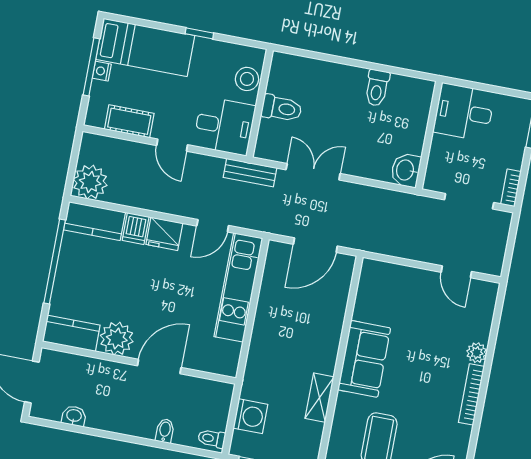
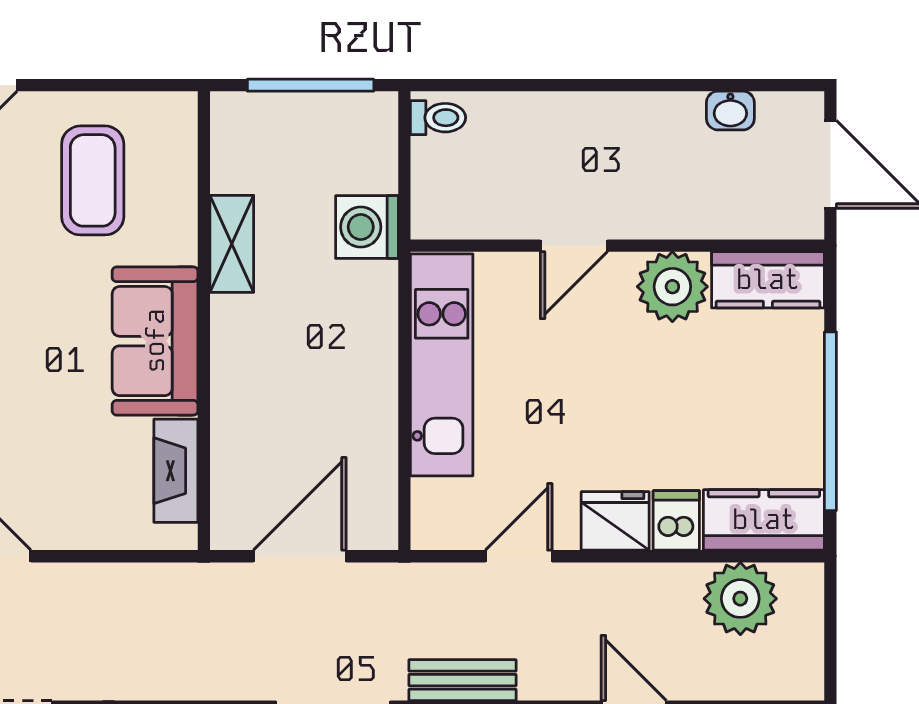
plant: (90, 182) -> (740, 599), moved
kitchen unit: (238, 287) -> (442, 365), moved
fireplace: (366, 296) -> (176, 471), added
door: (159, 367) -> (574, 246), width x0.73
washing machine: (250, 416) -> (367, 227), moved
bidet: (165, 431) -> (538, 115), removed

